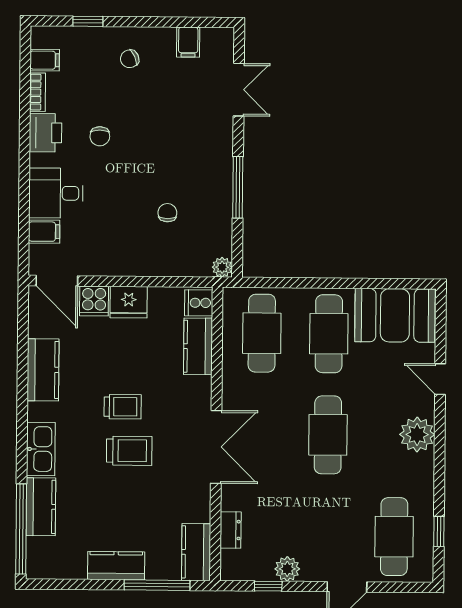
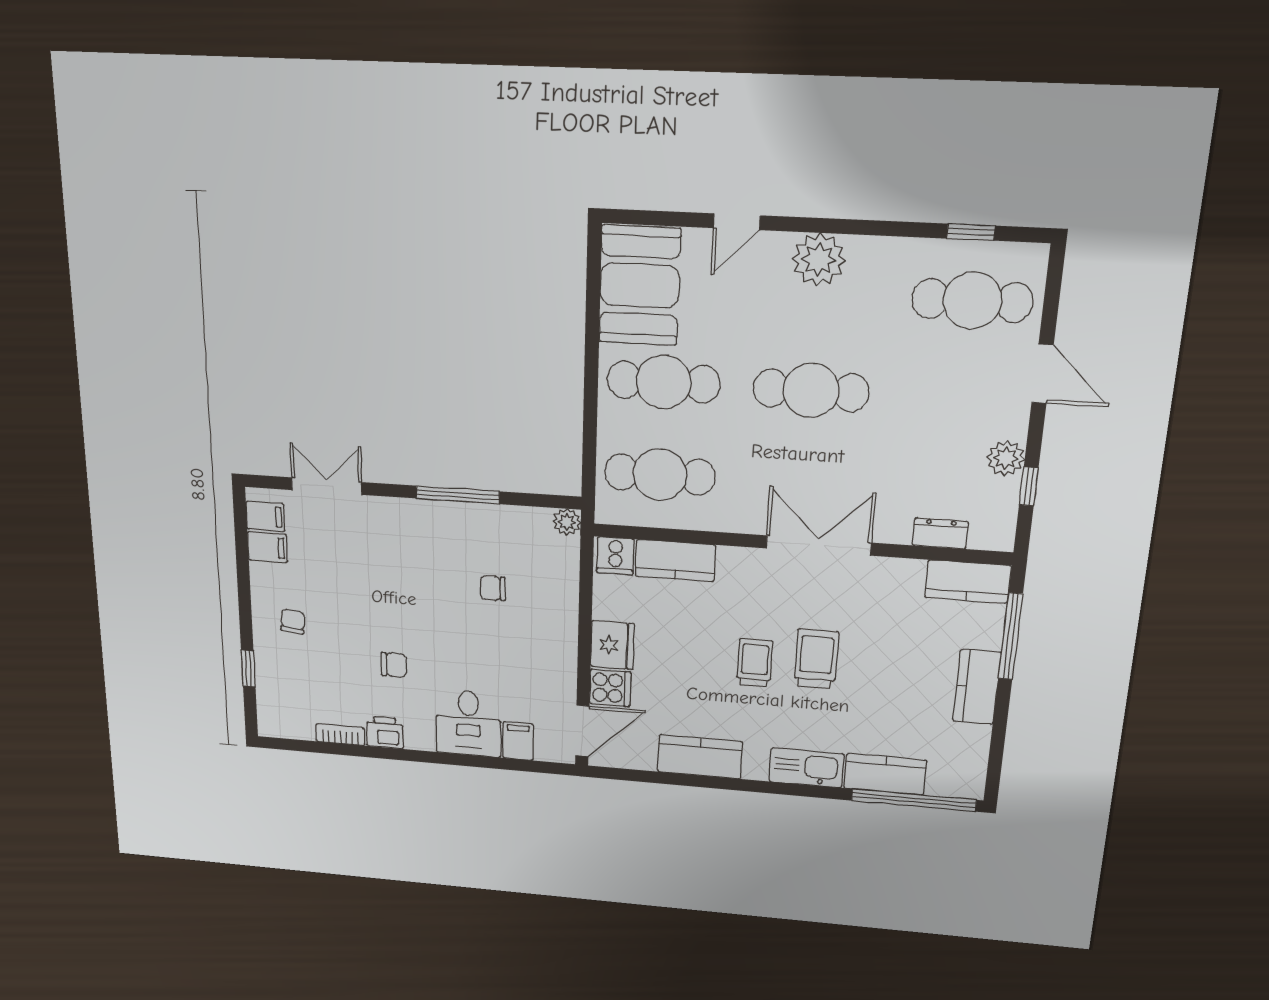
chair: (130, 59) -> (293, 621), turned -149
filing cabinet: (45, 60) -> (265, 516), moved, turned 90
printer: (45, 133) -> (385, 732), width x0.73, depth x0.81

